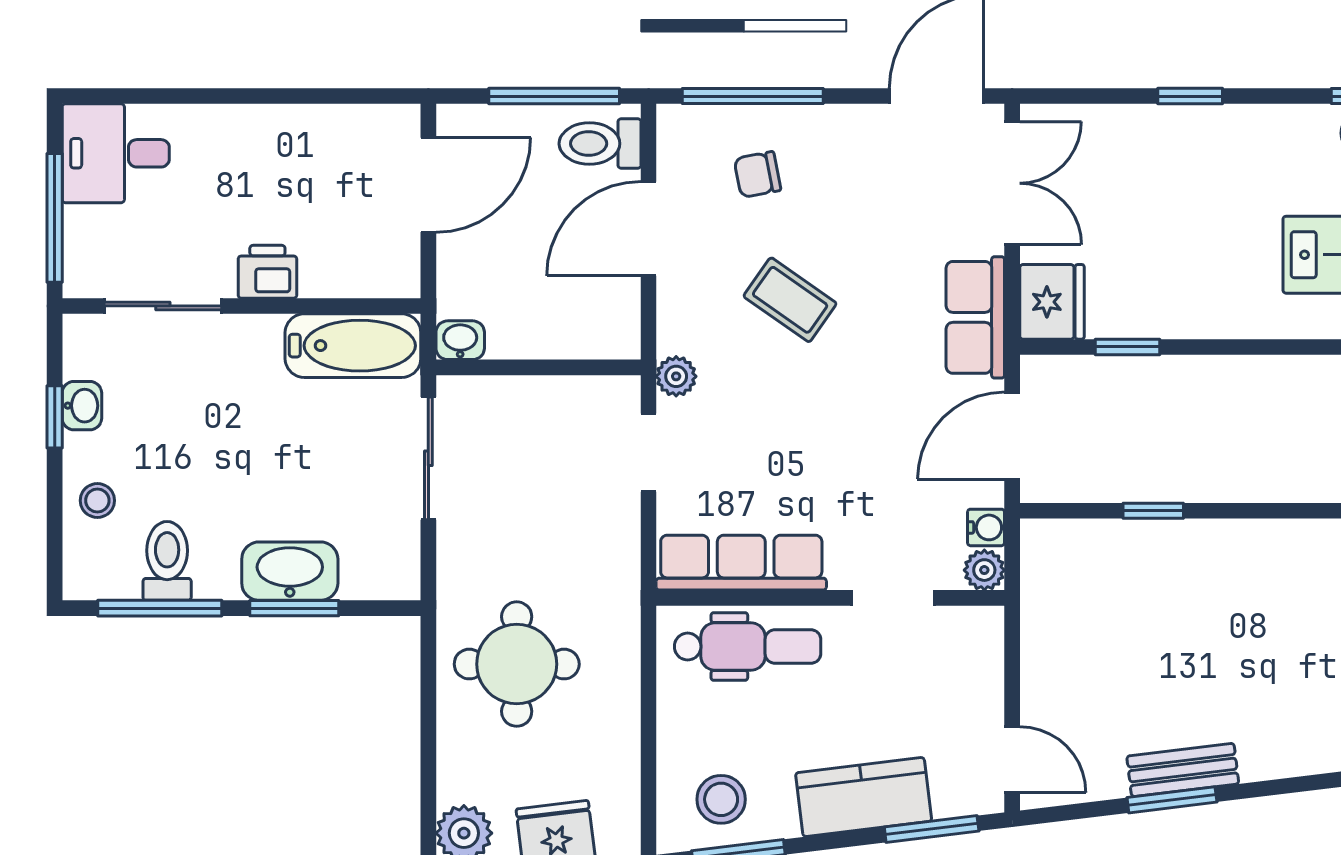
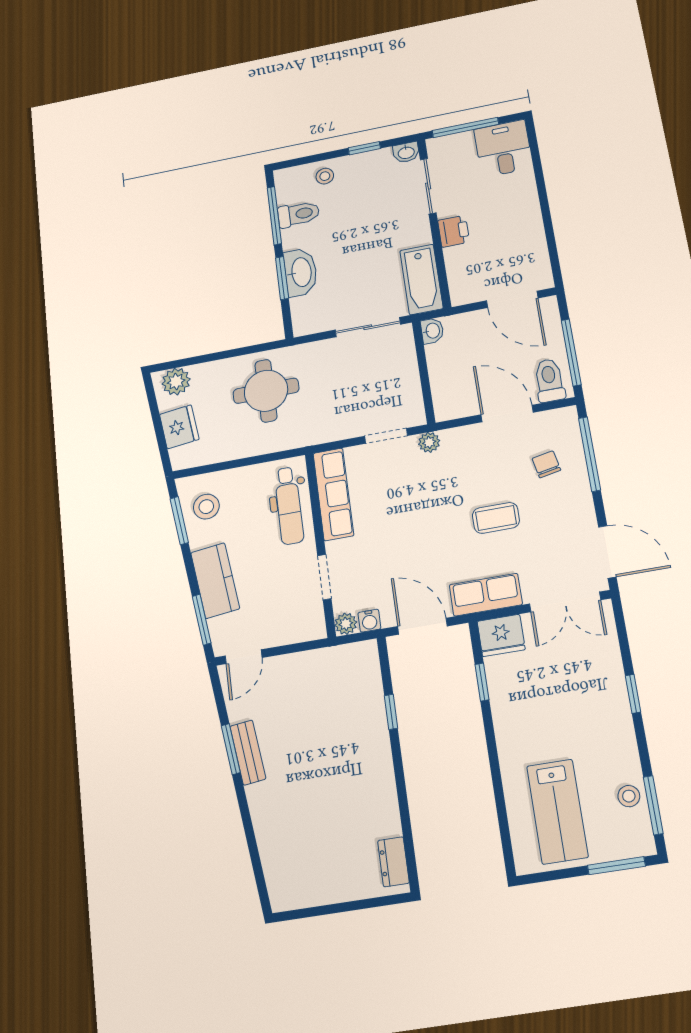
coffee table: (790, 300) -> (496, 518), moved, turned 55
washbasin: (82, 406) -> (406, 152), moved

